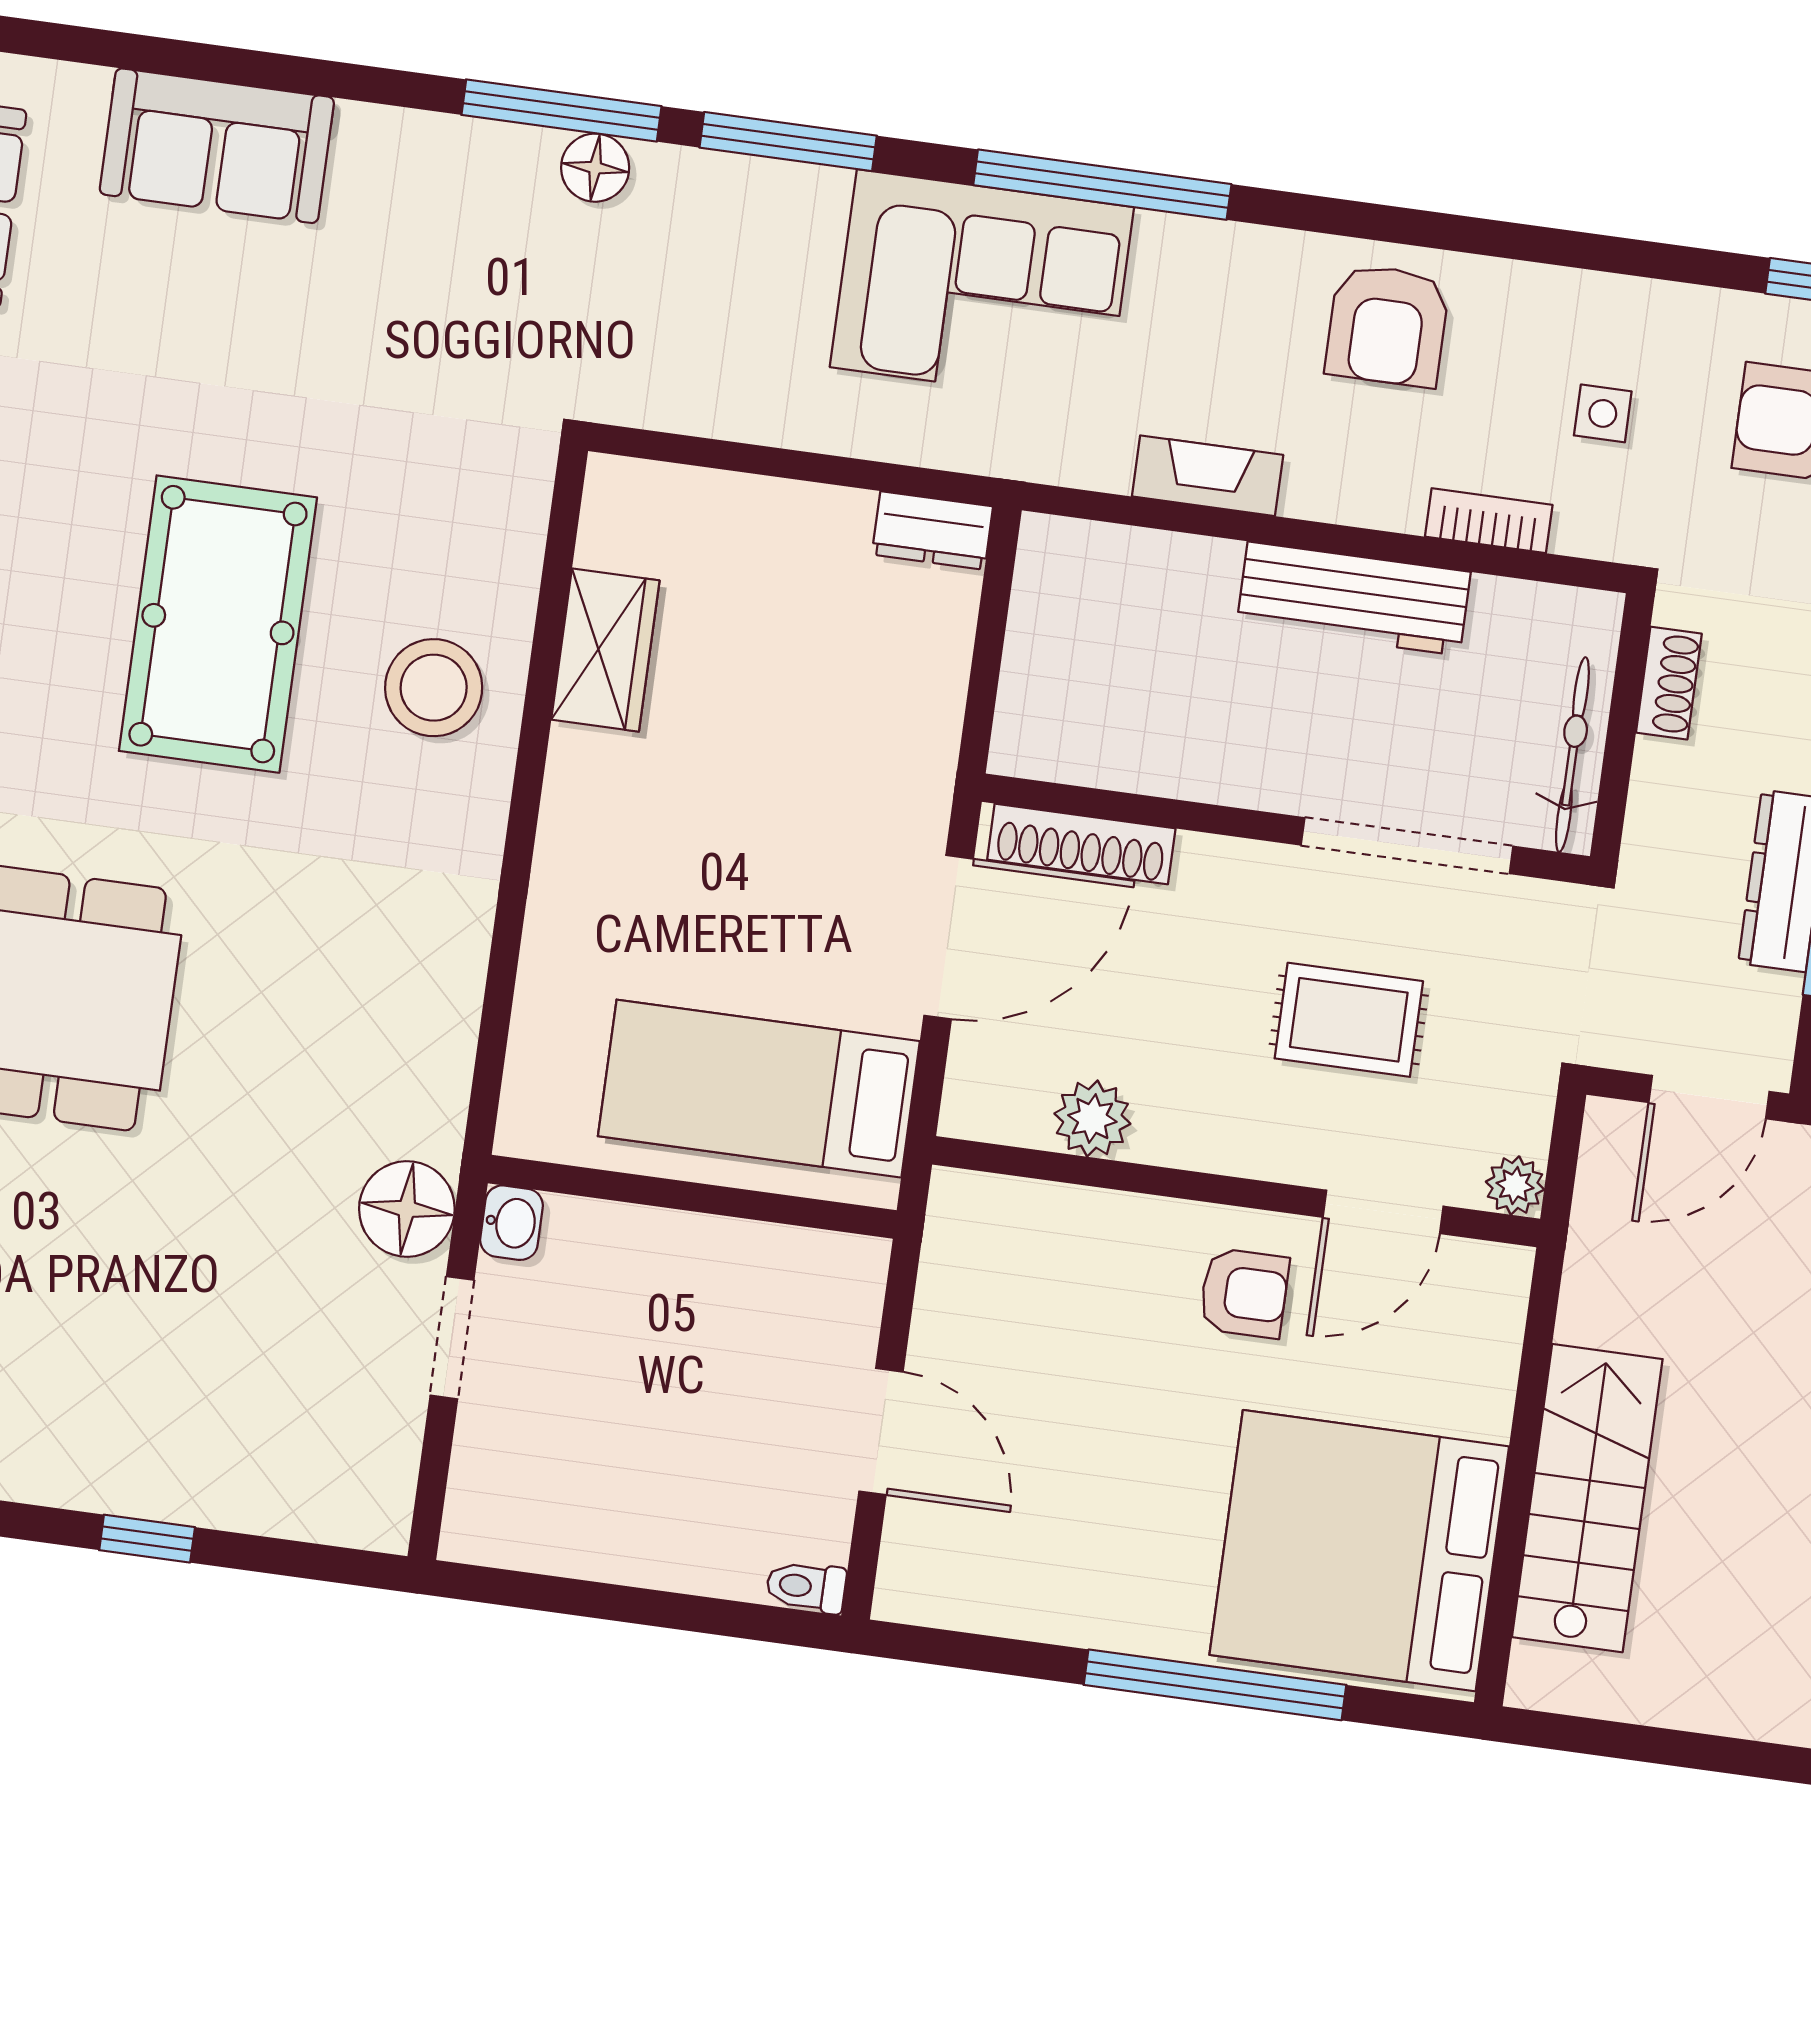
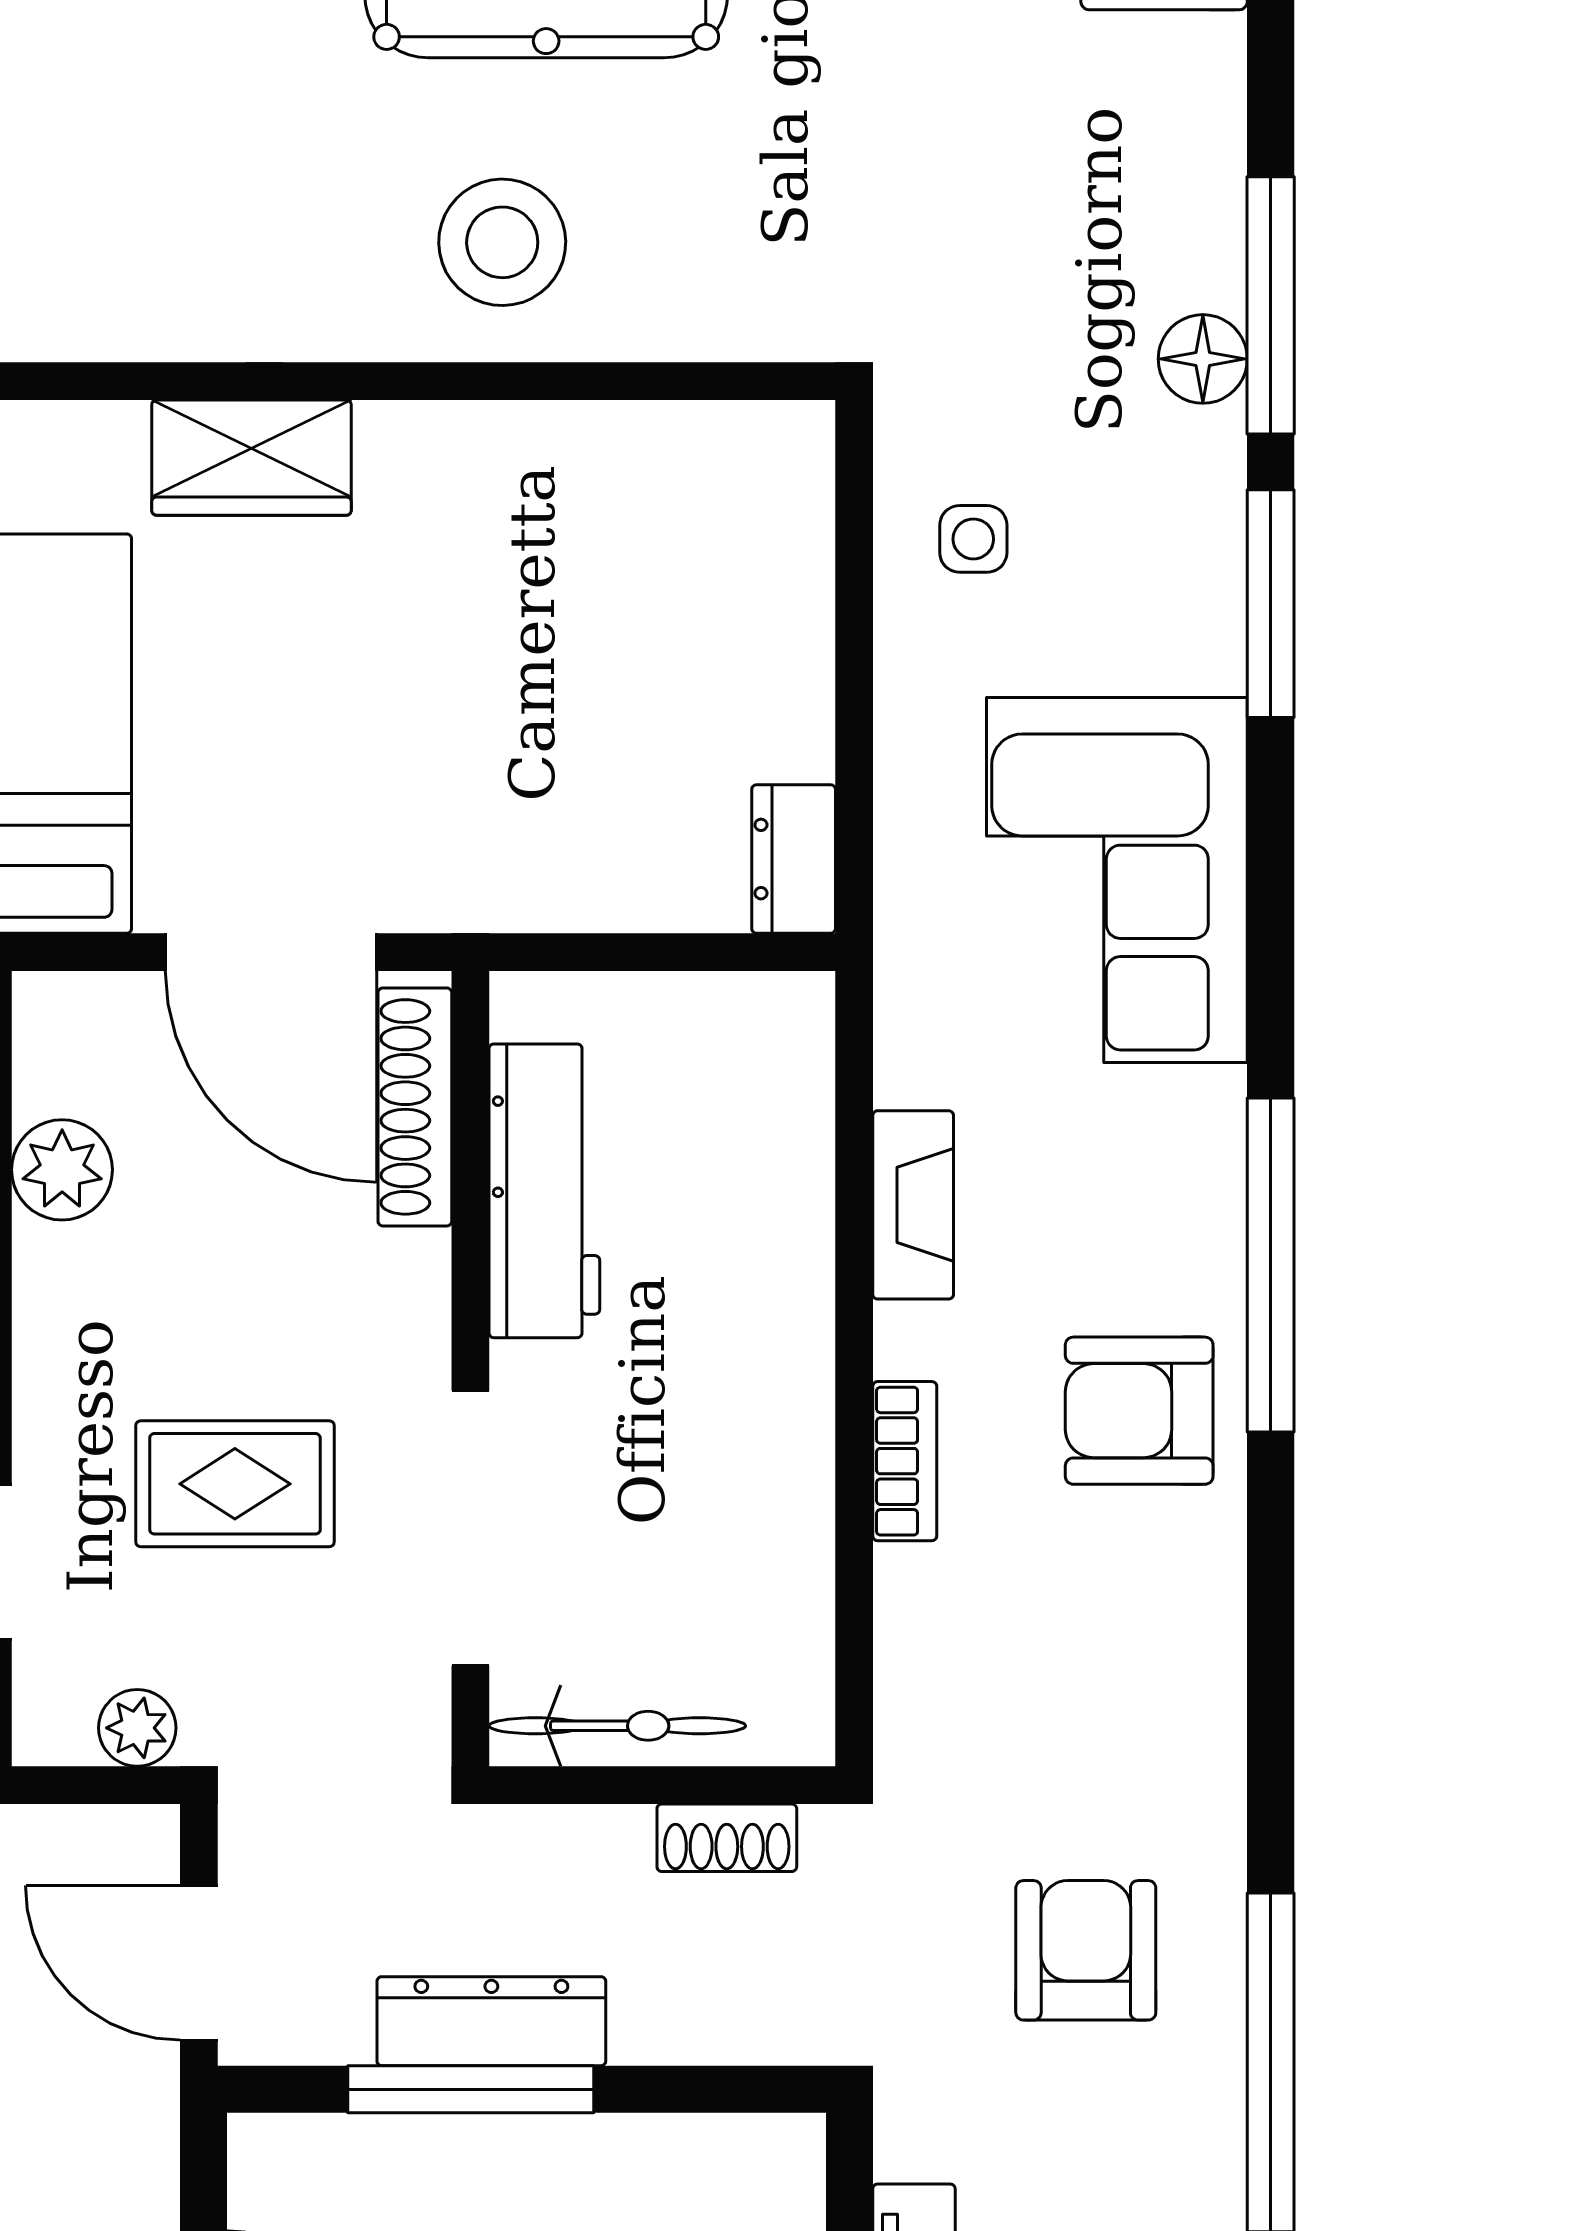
window: (1102, 185) -> (1271, 1265), moved
side table: (1603, 413) -> (973, 539), moved
bookcase: (1489, 521) -> (905, 1461), moved
workbench: (1354, 599) -> (544, 1191), moved, turned 180
wardrobe: (605, 650) -> (251, 458), moved
rug: (1349, 1020) -> (235, 1484), turned 90
plant: (1515, 1186) -> (137, 1728), moved

